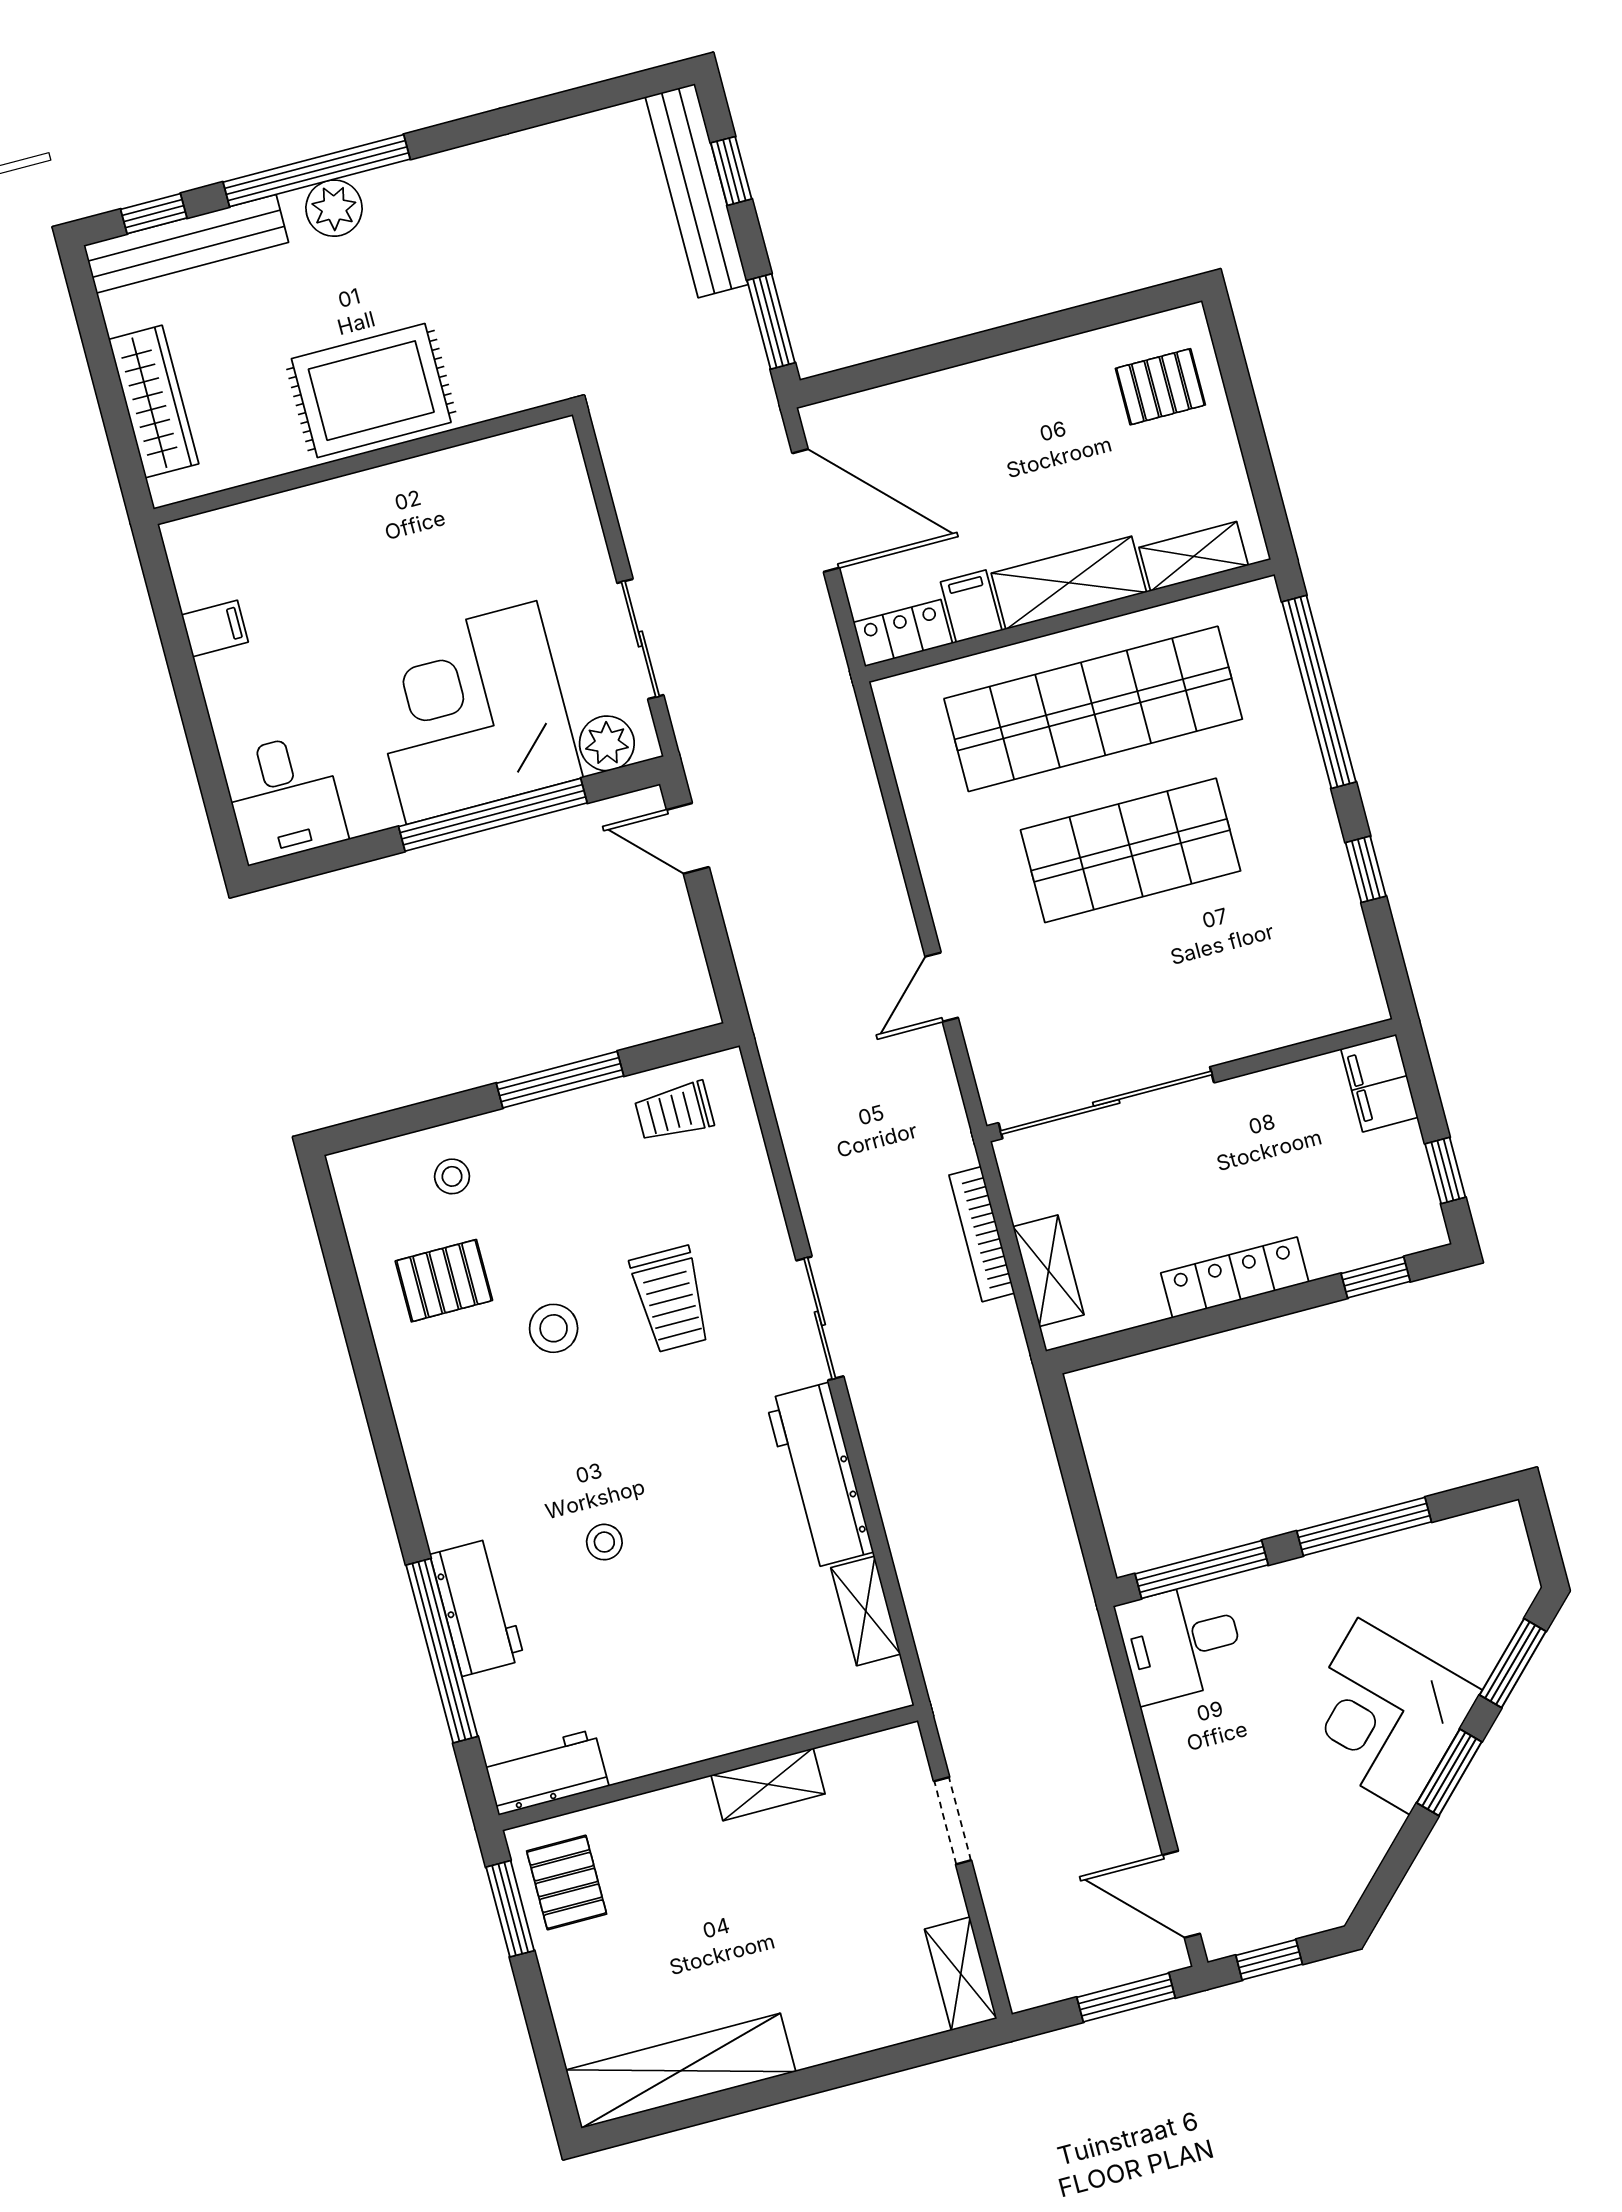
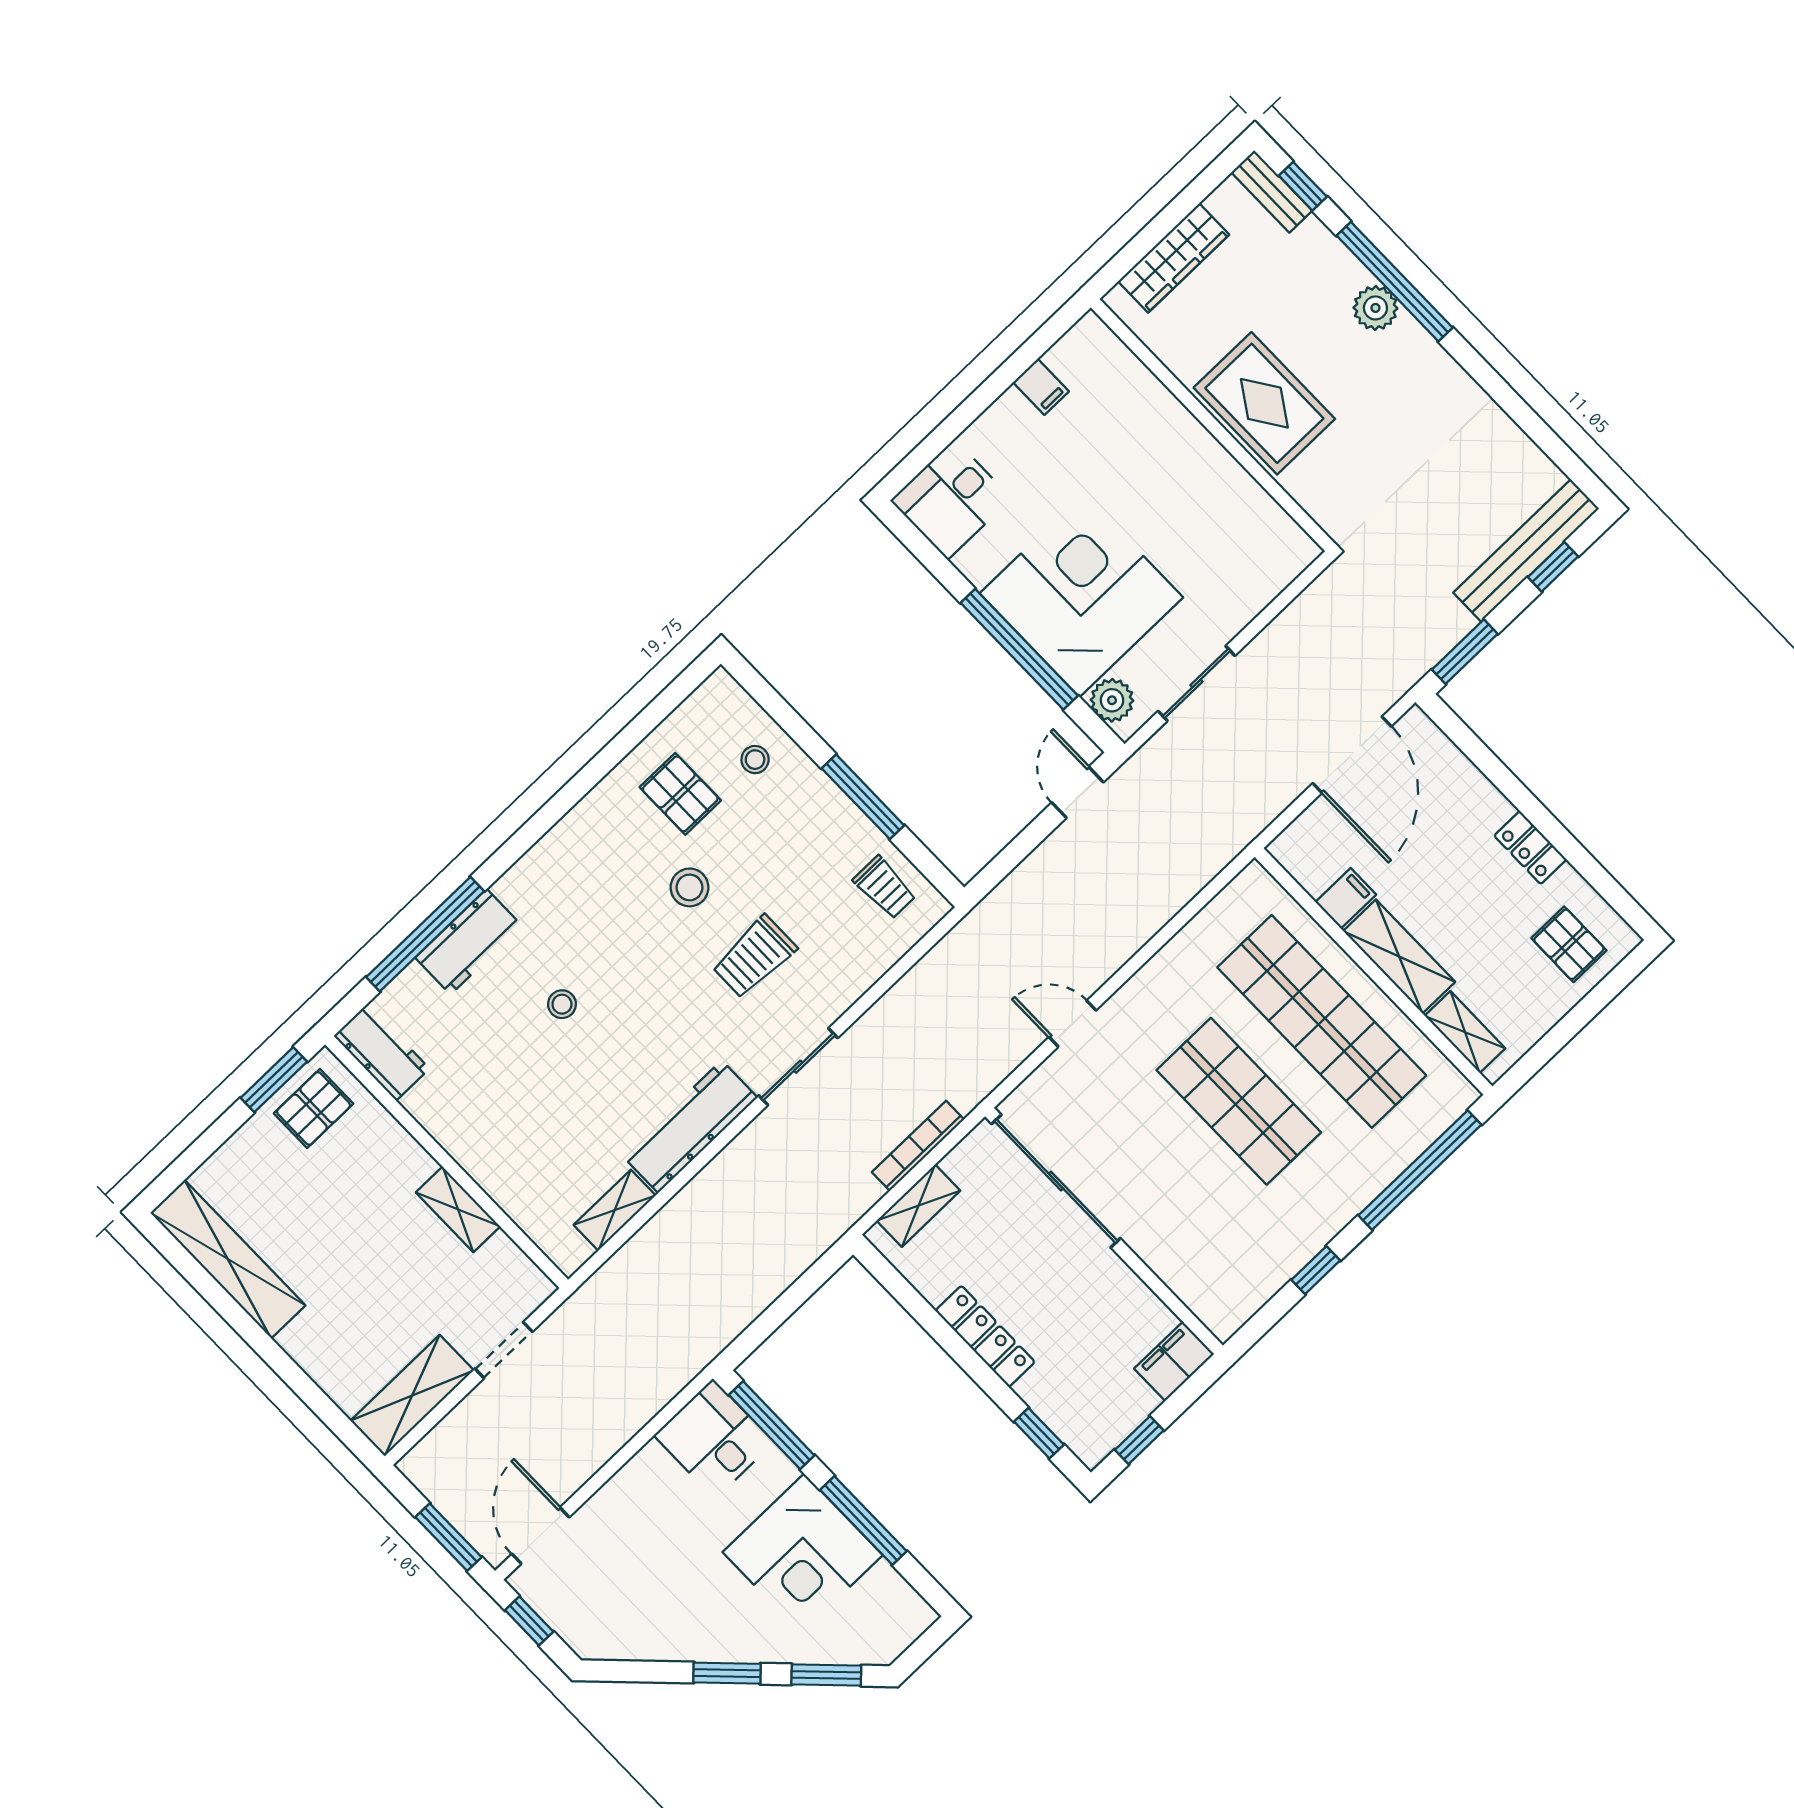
bench: (186, 244) -> (1272, 191), width x0.54, depth x0.82
locker: (903, 633) -> (1530, 848), moved, turned 180
trolley: (674, 1112) -> (885, 887), turned 180
corner desk: (1384, 1716) -> (803, 1554), moved, turned -135
shelving: (961, 1974) -> (412, 1396), width x1.50, depth x1.33

